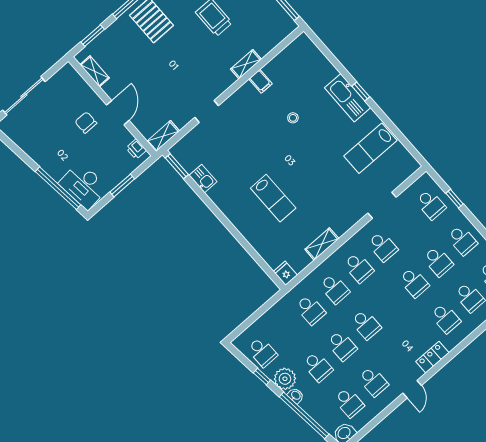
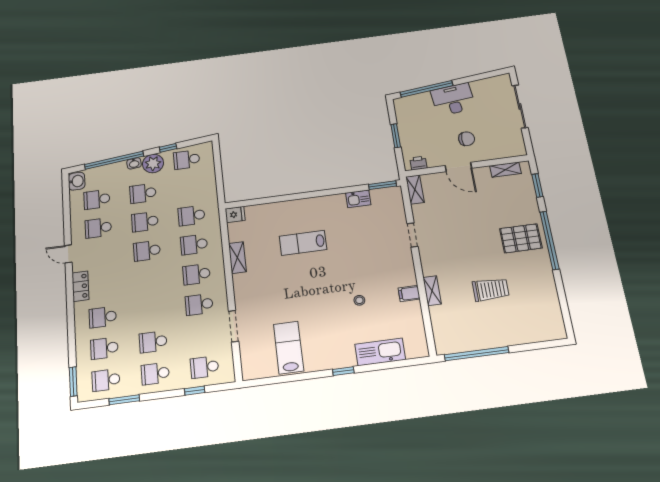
kitchen sink: (348, 98) -> (380, 352), moved
desk: (83, 186) -> (453, 99), moved
school desk: (414, 282) -> (151, 311), removed

